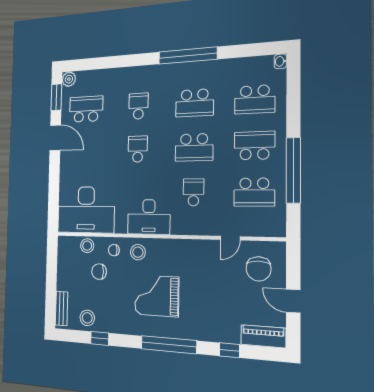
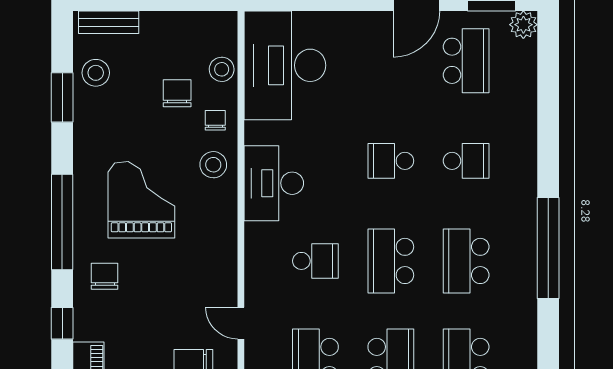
school desk: (138, 149) -> (391, 161), turned 180
chair: (201, 321) -> (105, 276), added
window: (100, 338) -> (62, 97), width x1.50

